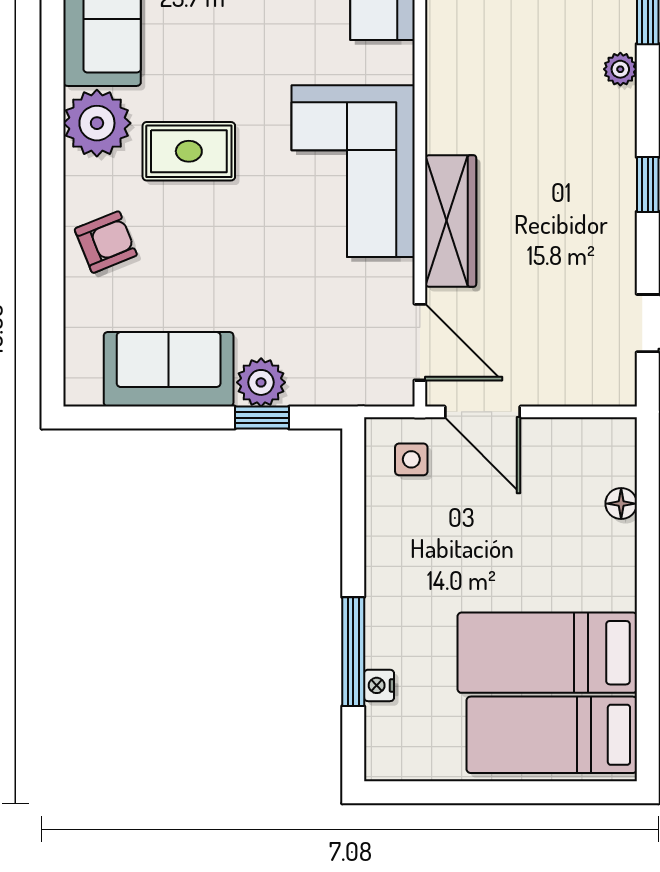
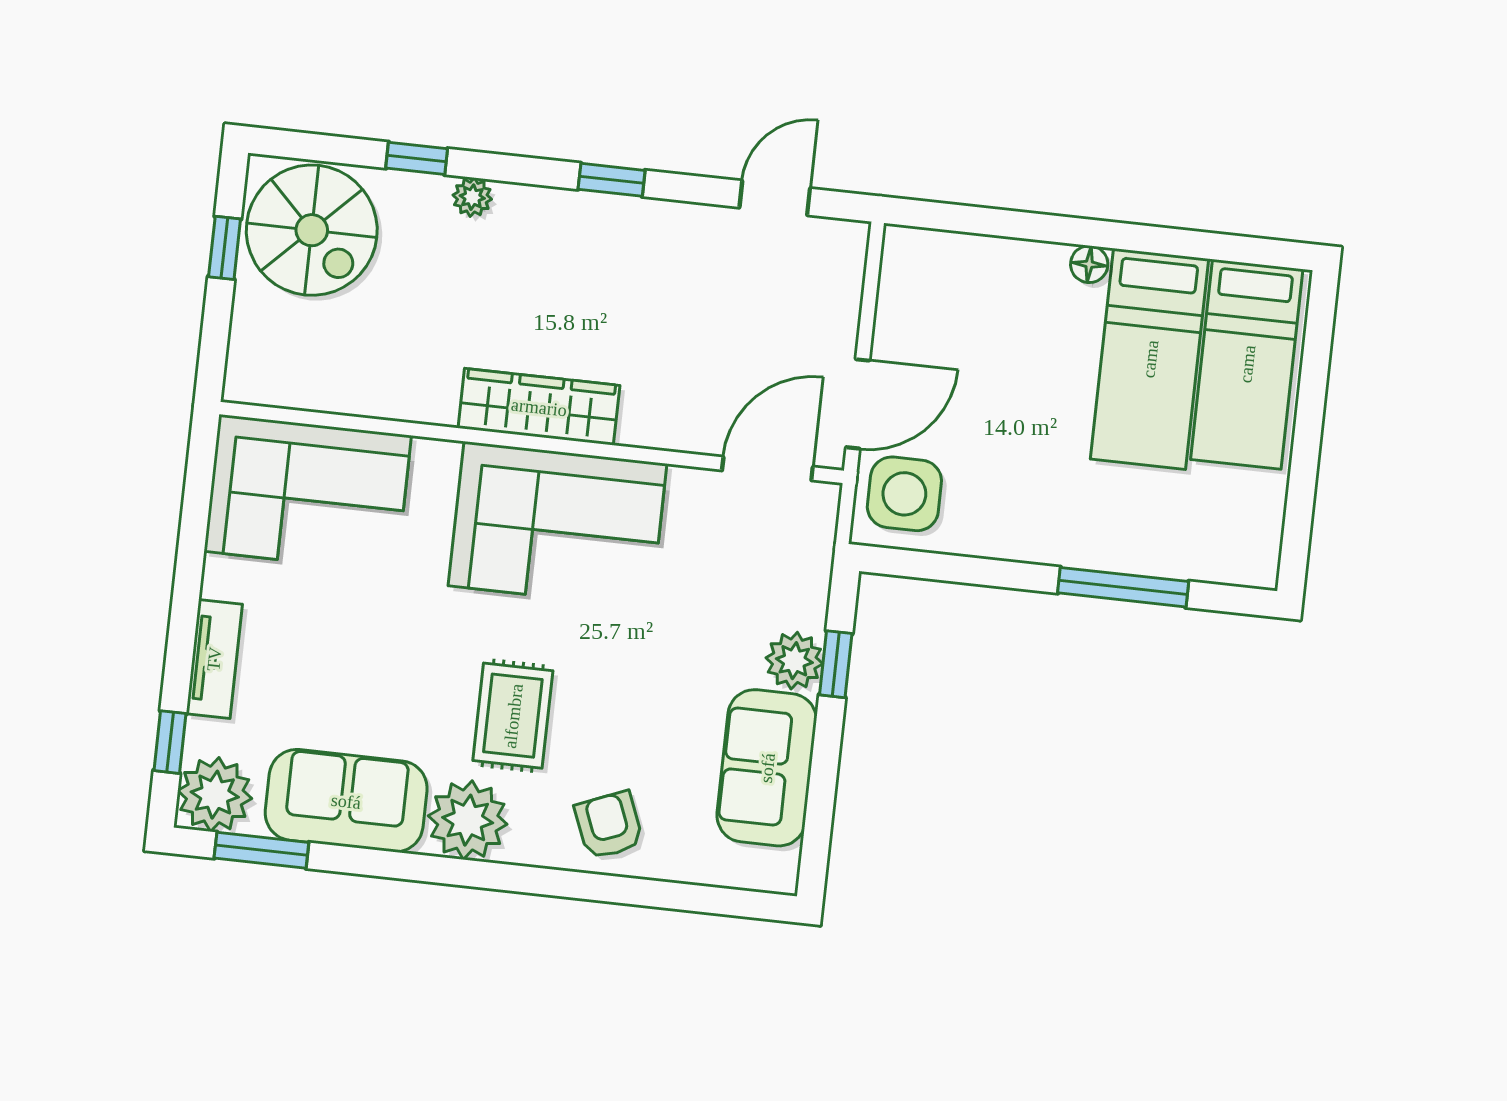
wardrobe: (451, 221) -> (539, 407), moved
side table: (411, 459) -> (904, 494), width x1.87, depth x1.87
floor lamp: (621, 504) -> (1089, 264), moved
nightstand: (379, 685) -> (1166, 561), removed

